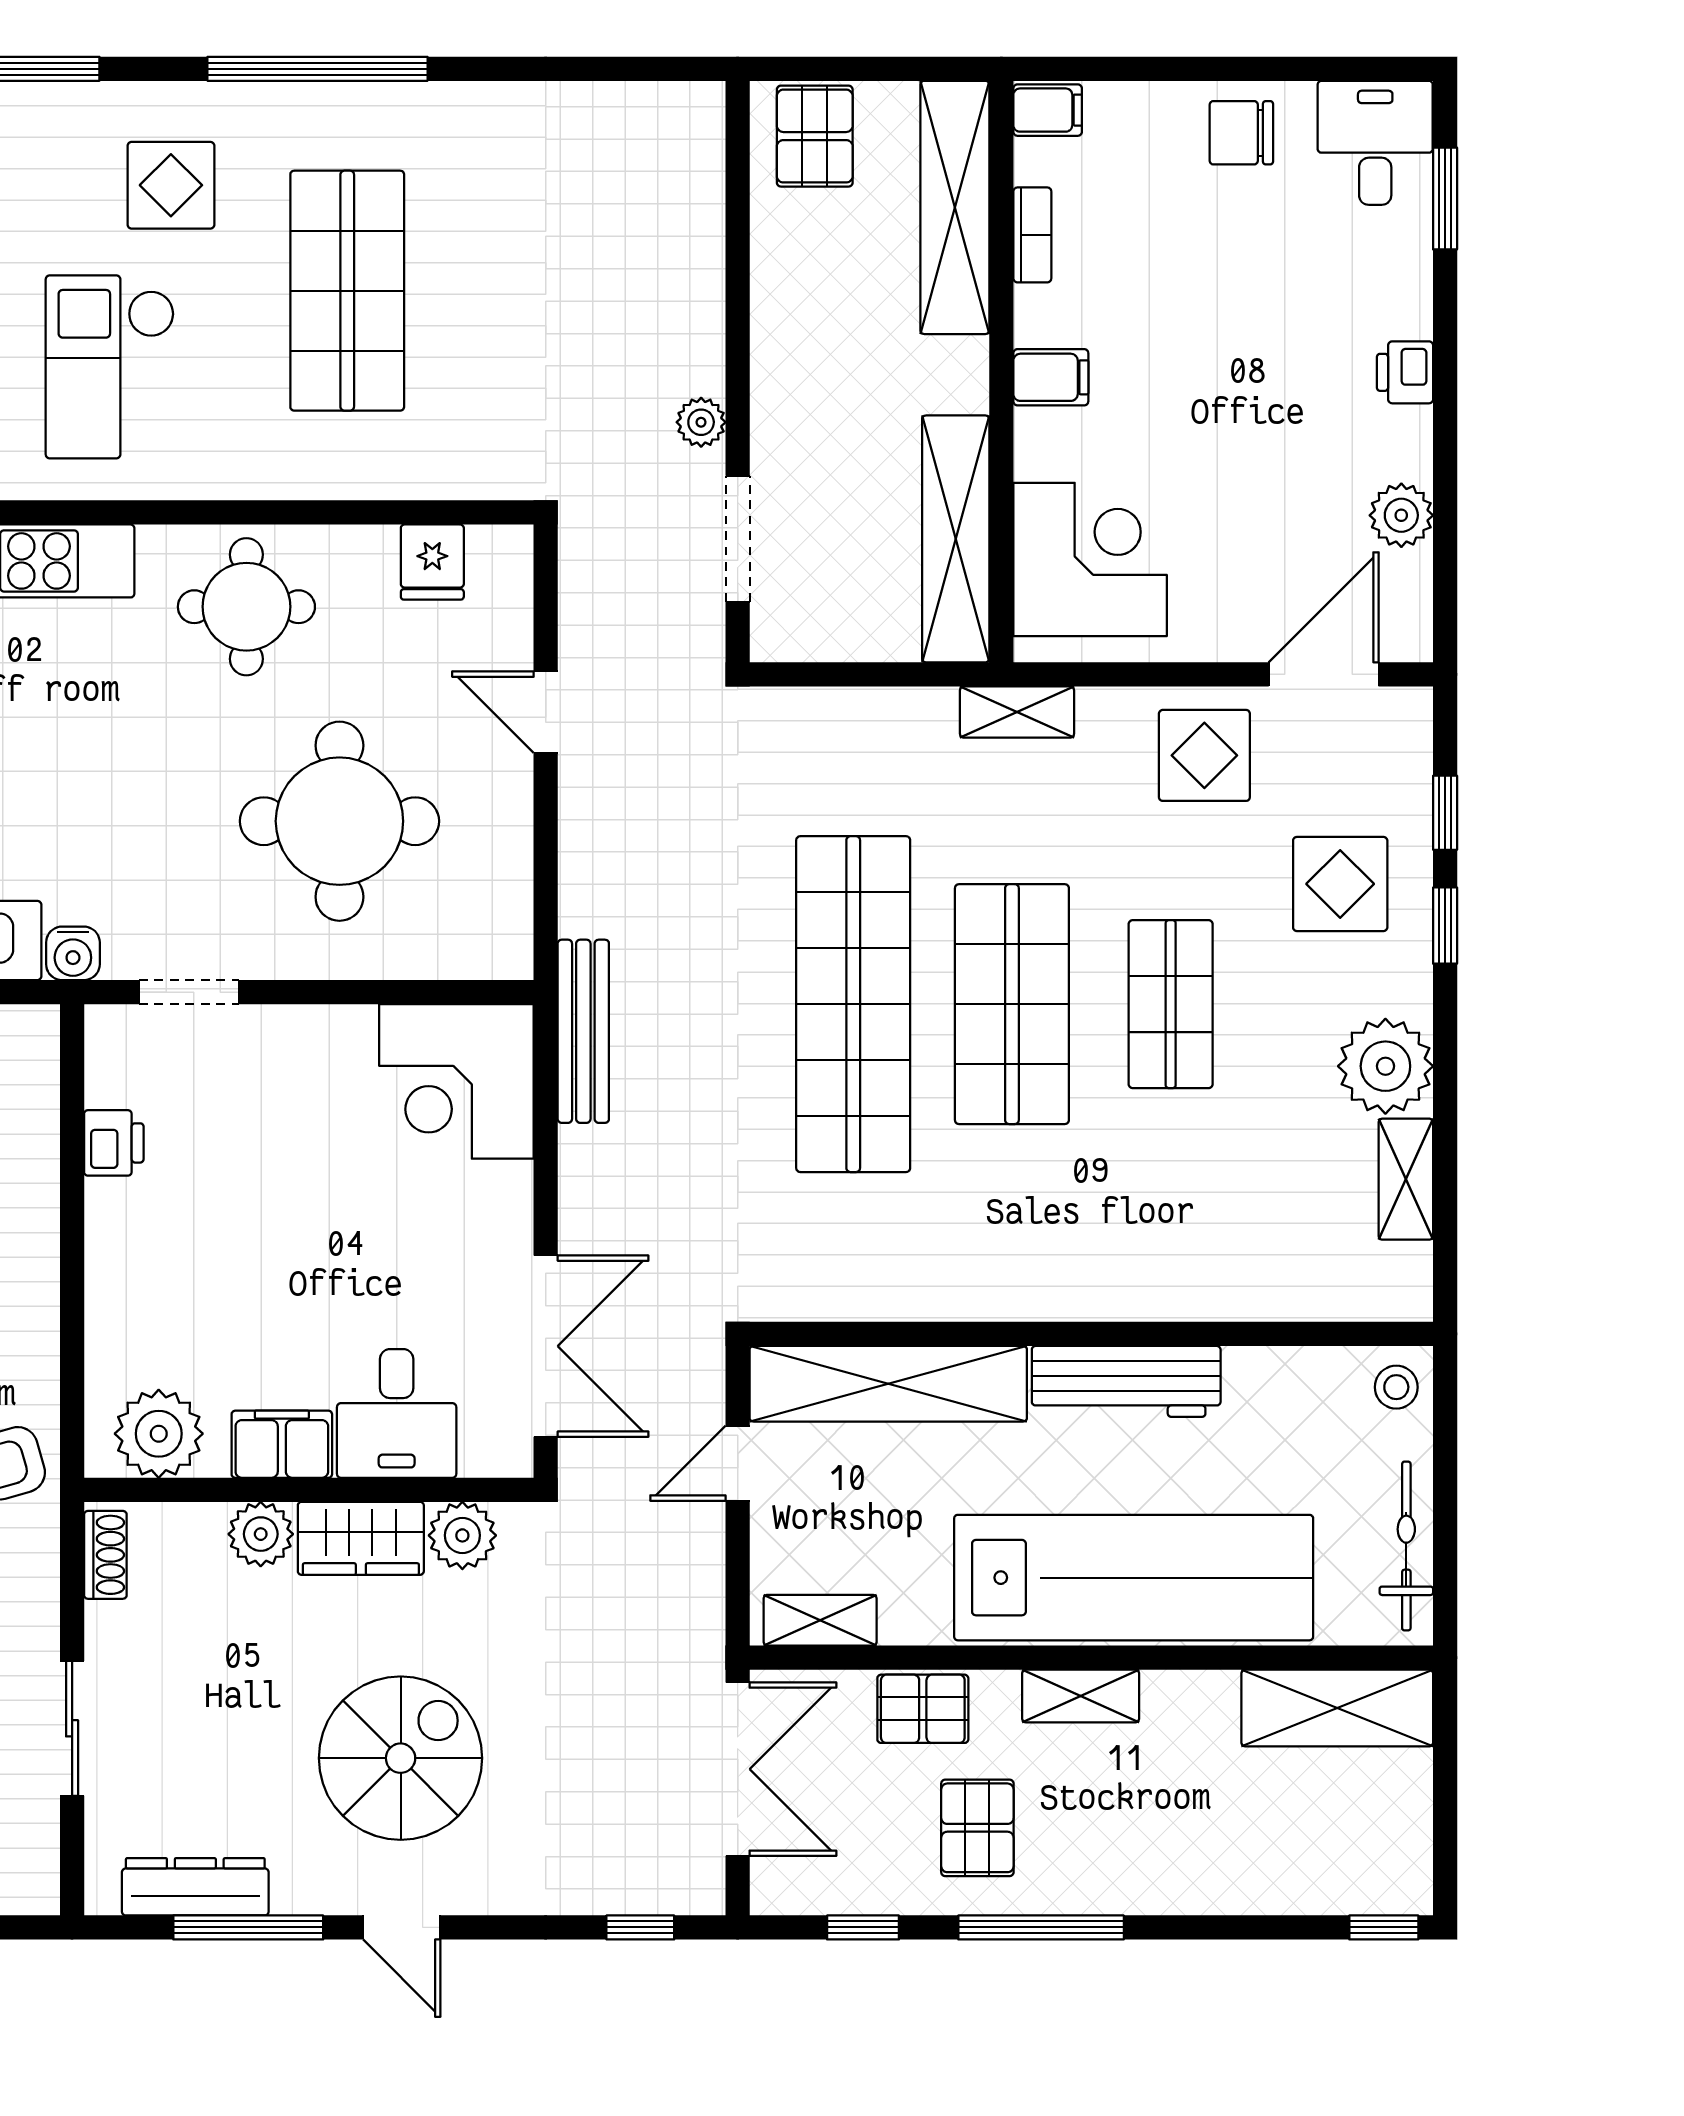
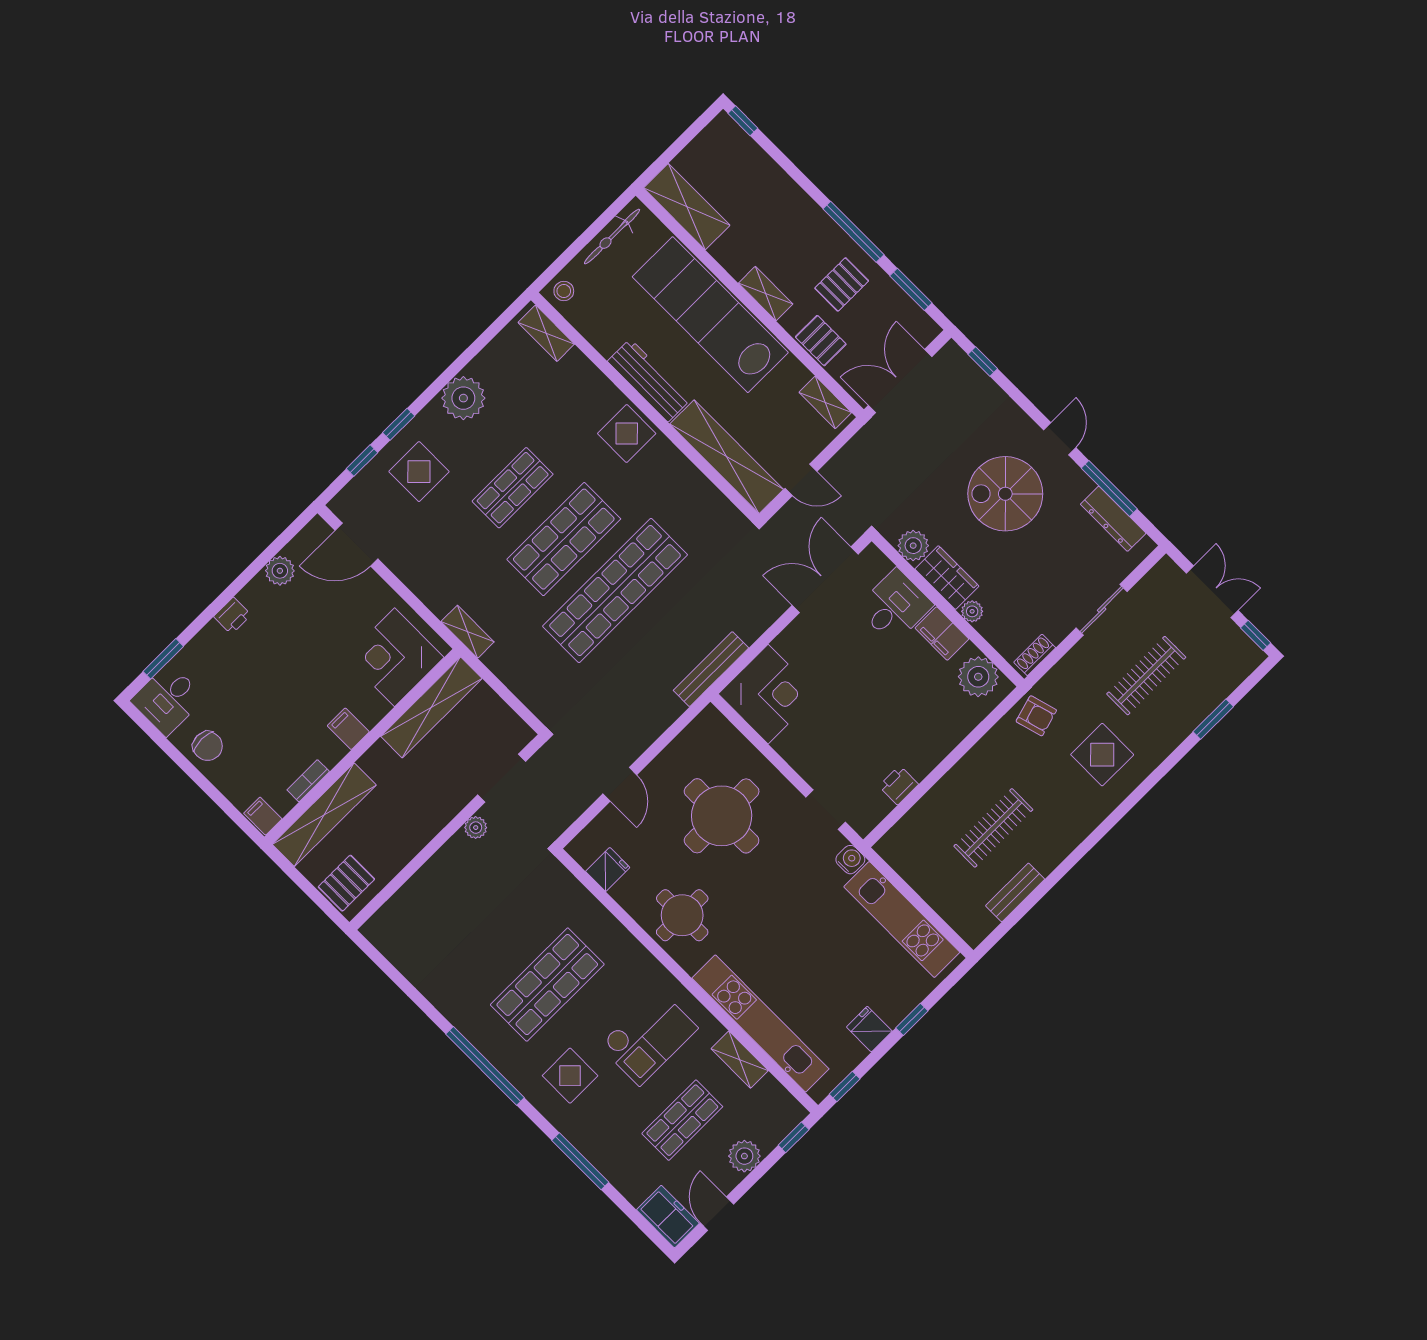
display table: (1204, 755) -> (627, 434), moved
shelving: (1406, 1179) -> (546, 333), moved, turned 90
plant: (261, 1534) -> (972, 611), width x0.73, depth x0.73
window: (863, 1927) -> (911, 289), width x1.50

